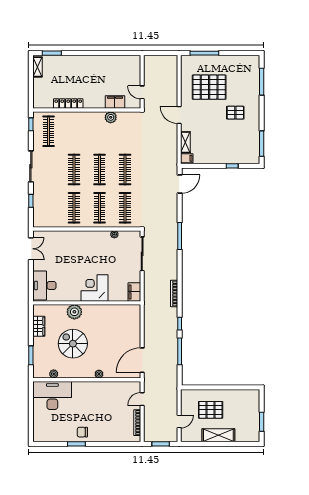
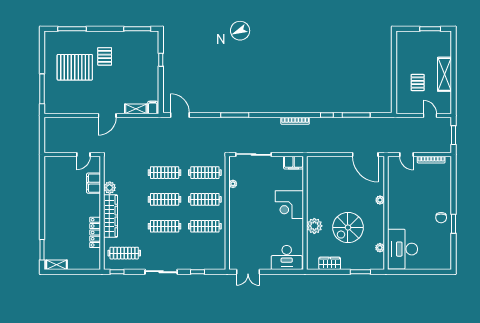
pallet: (209, 87) -> (75, 67), moved, turned 90
wardrobe: (84, 118) -> (110, 216), added
double door: (31, 249) -> (248, 272), swing flipped
pallet: (211, 410) -> (418, 82), width x0.67, depth x0.71

